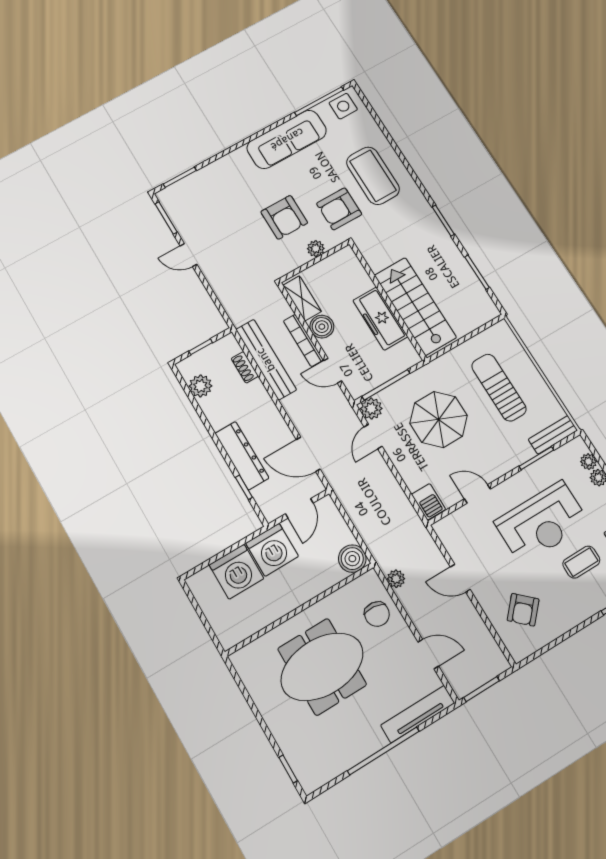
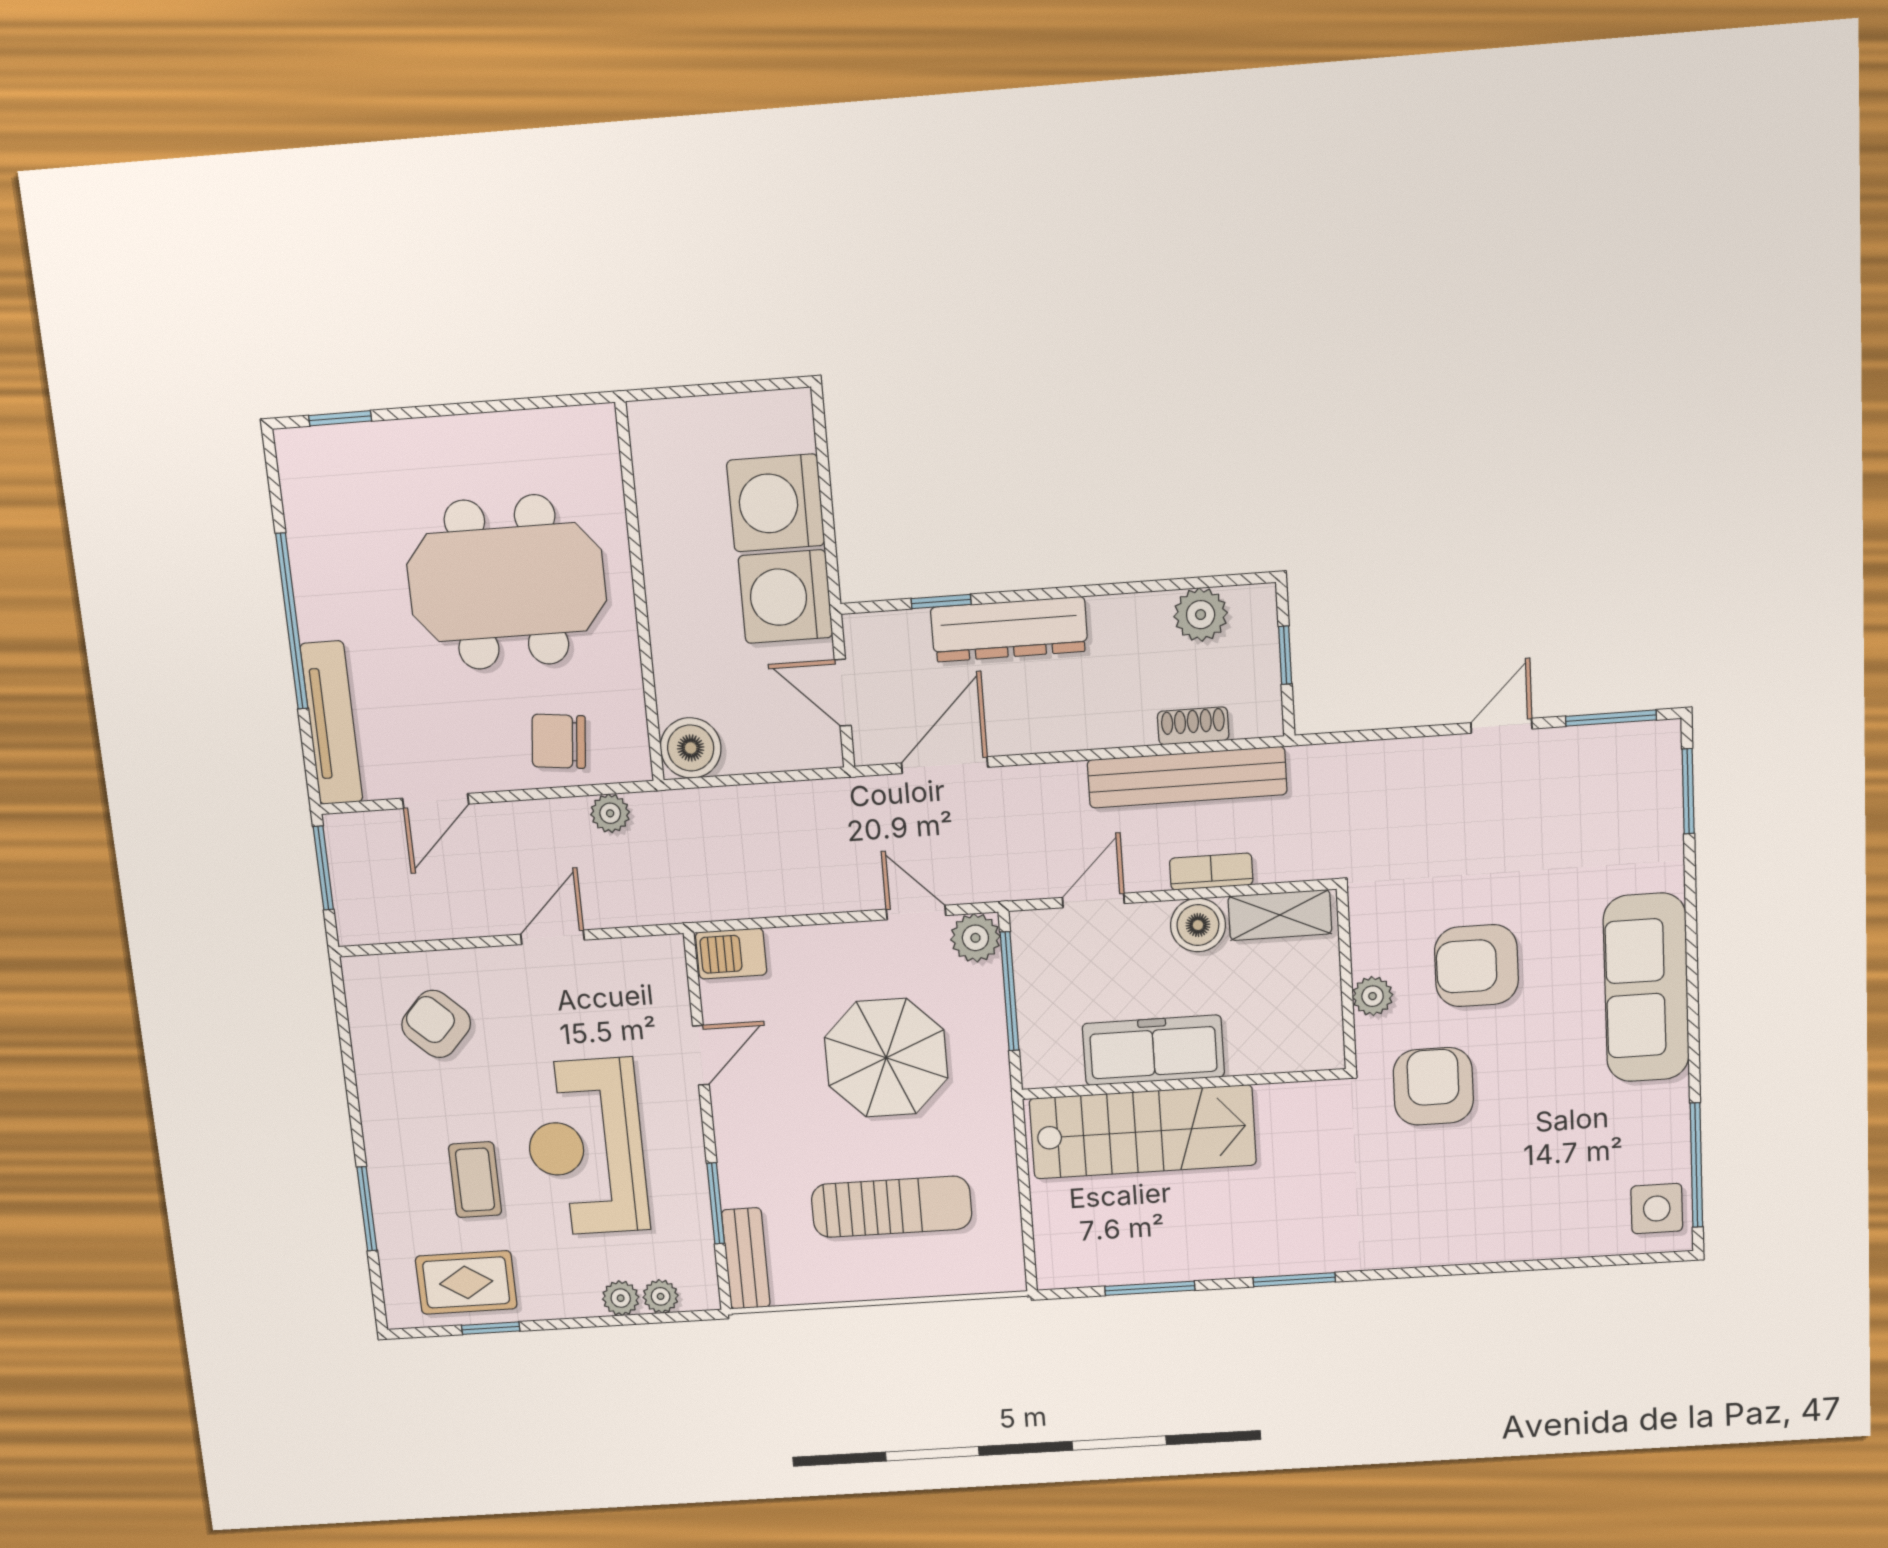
sofa: (287, 139) -> (1646, 988), moved
coffee table: (373, 176) -> (1468, 1191), removed
bookcase: (303, 340) -> (1211, 872), width x0.64
meeting table: (322, 667) -> (507, 582), turned 90

